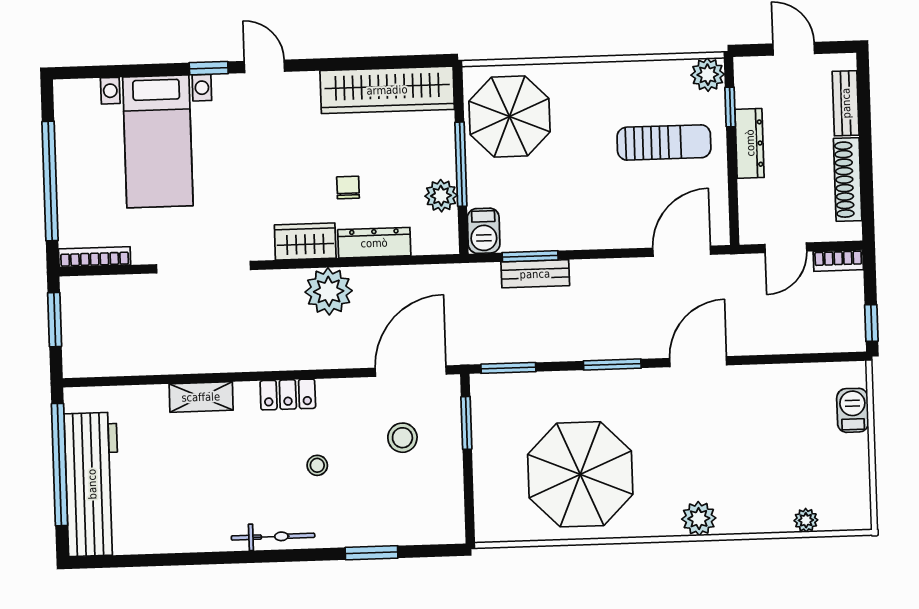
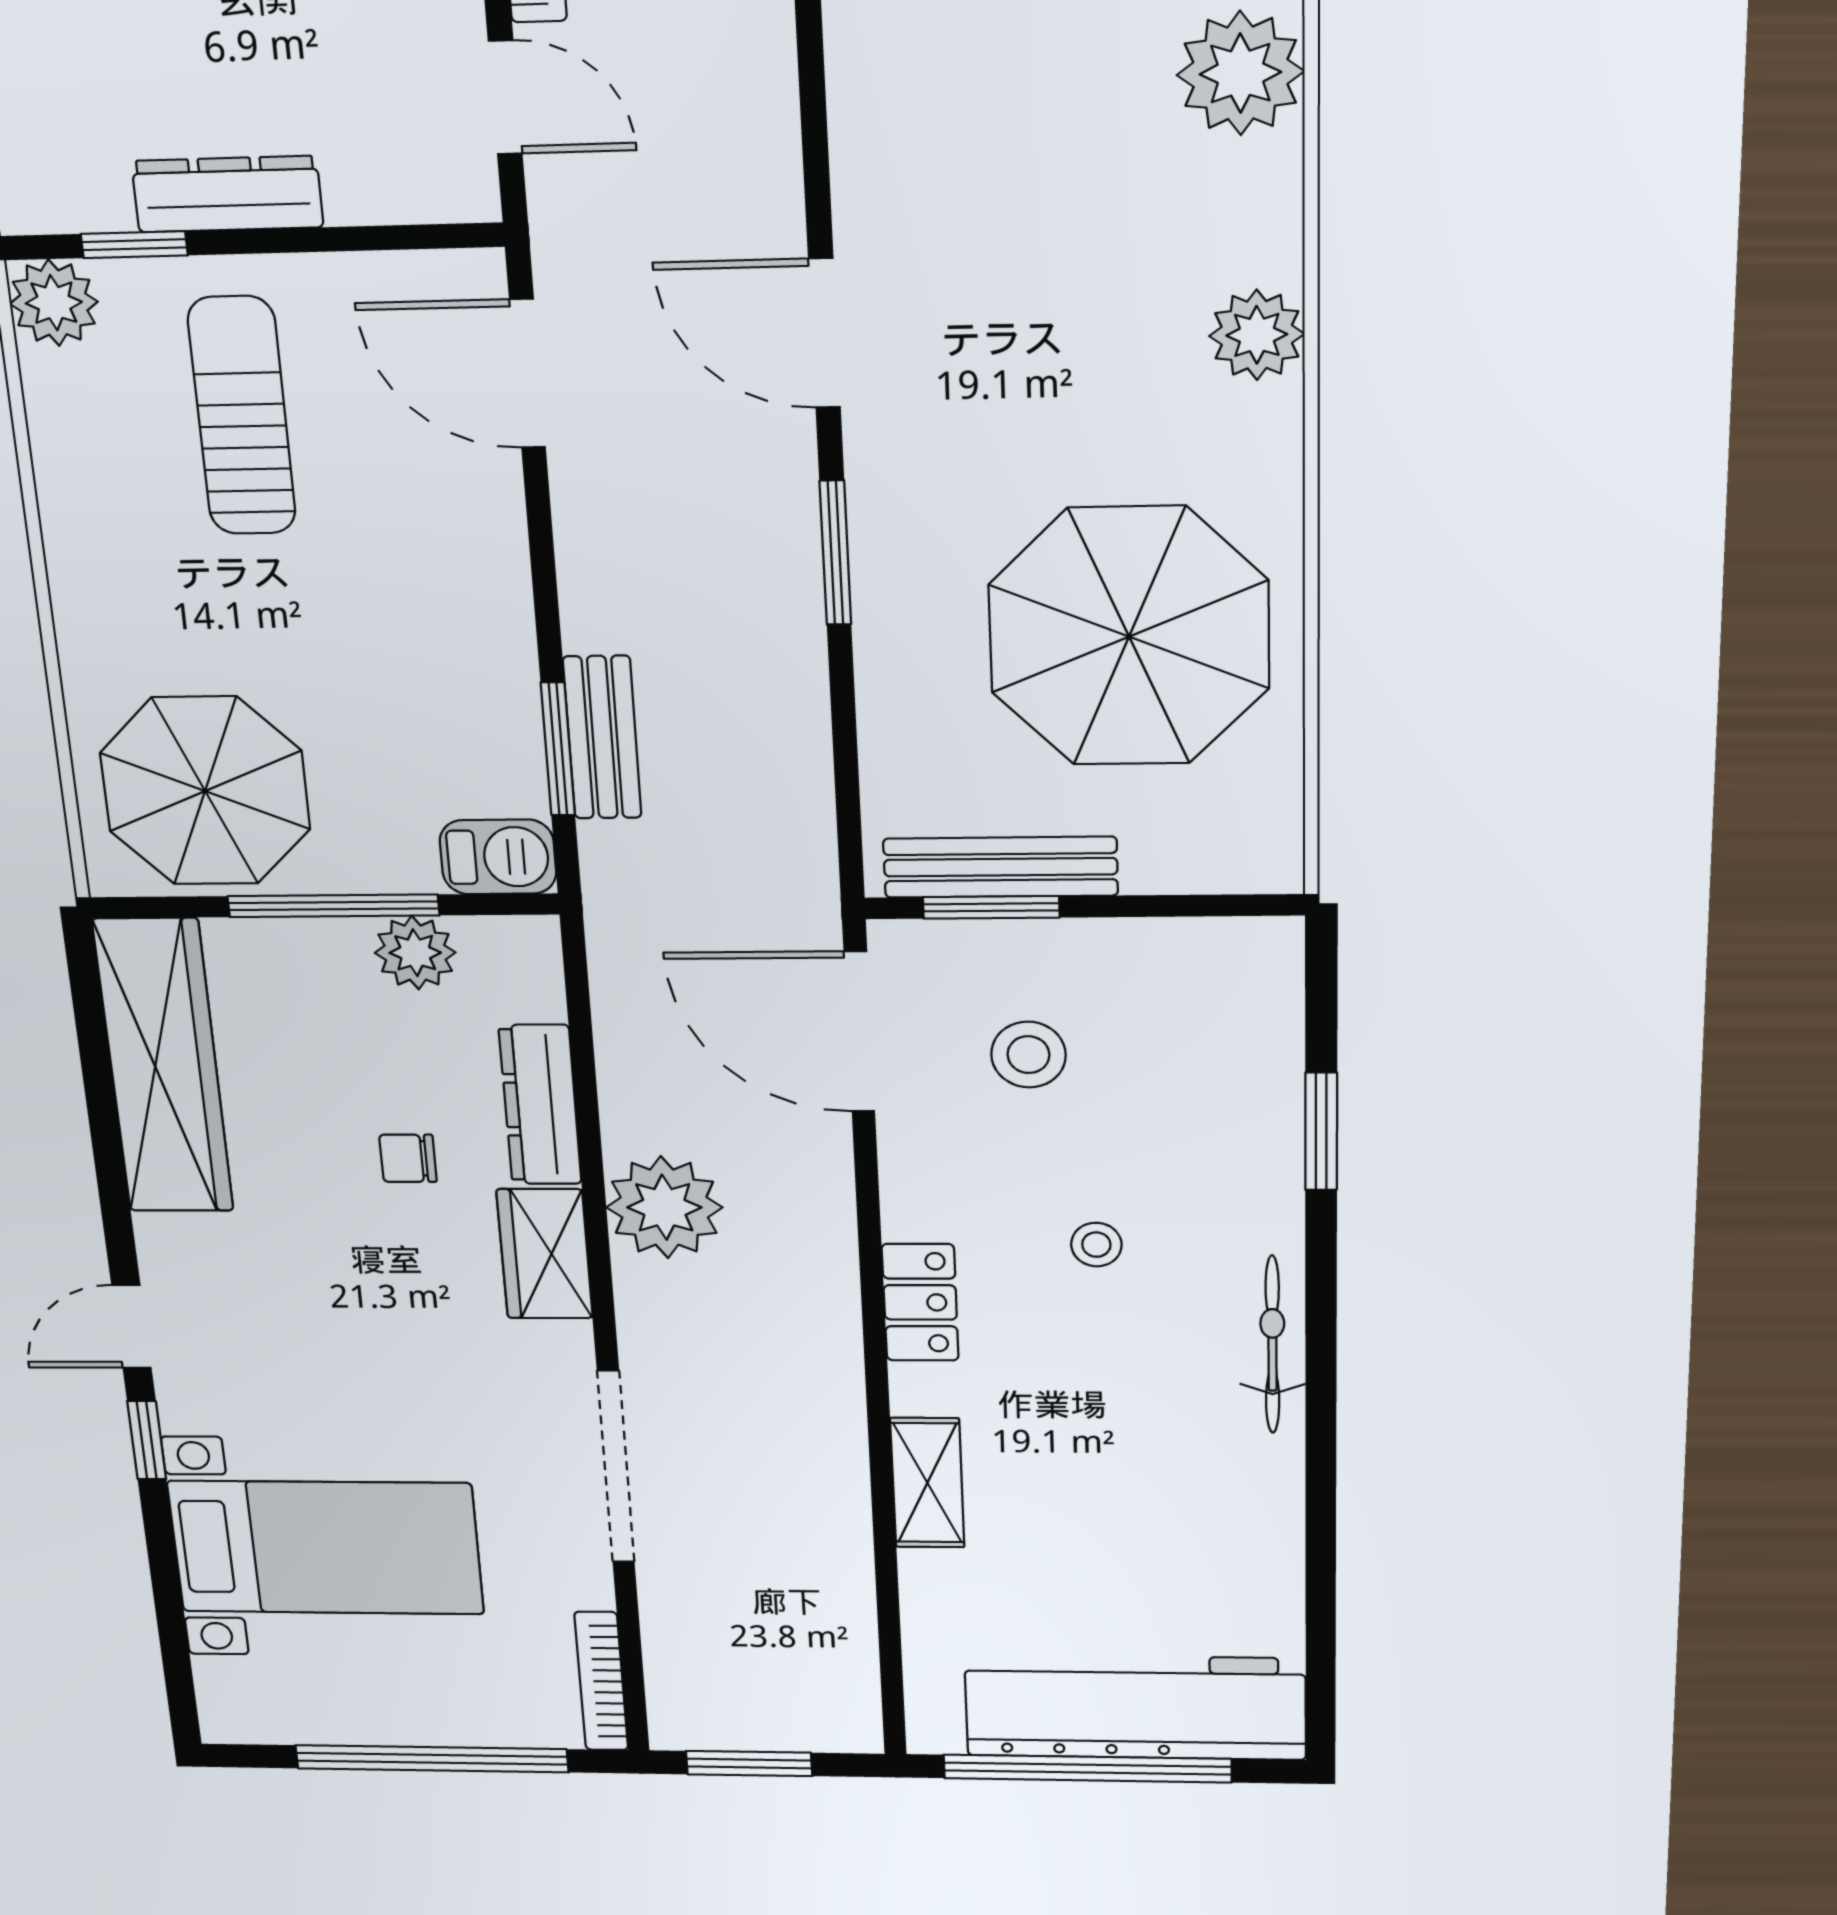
window: (508, 368) -> (848, 806), removed
bench: (484, 426) -> (1000, 867), added
plant: (806, 520) -> (1240, 73), width x1.88, depth x1.88

